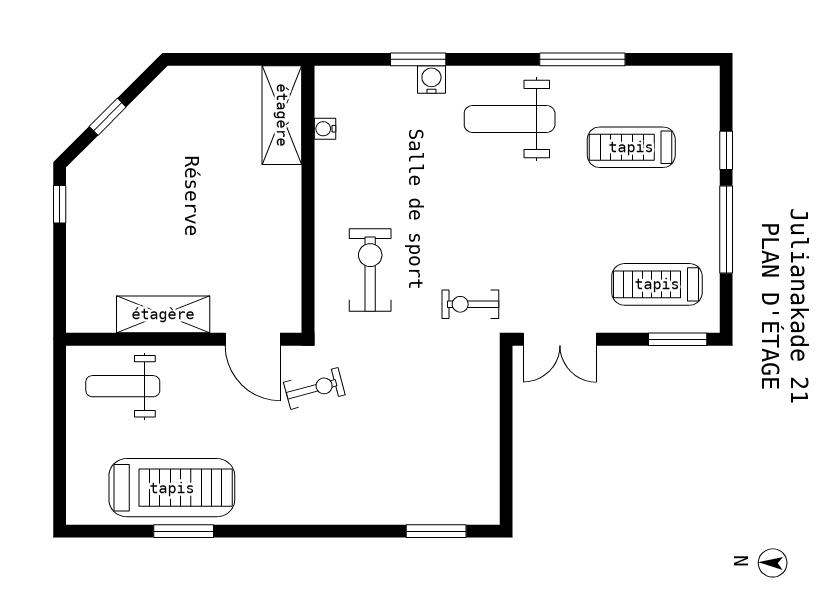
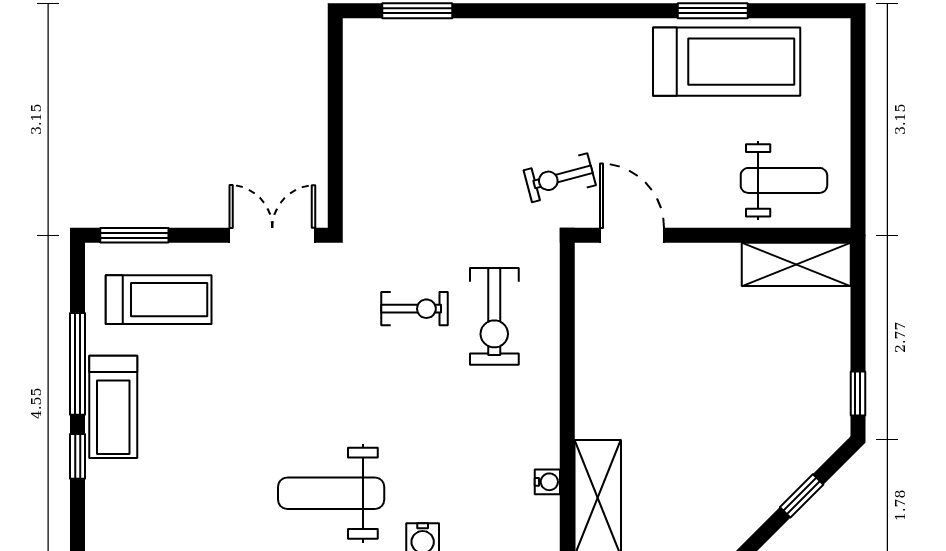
weight bench: (510, 119) -> (331, 493), turned 180
treadmill: (631, 147) -> (113, 407), moved, turned 90
exercise bike: (470, 304) -> (414, 309), moved
shelving: (163, 314) -> (796, 264), moved
treadmill: (172, 488) -> (727, 62), turned 180

